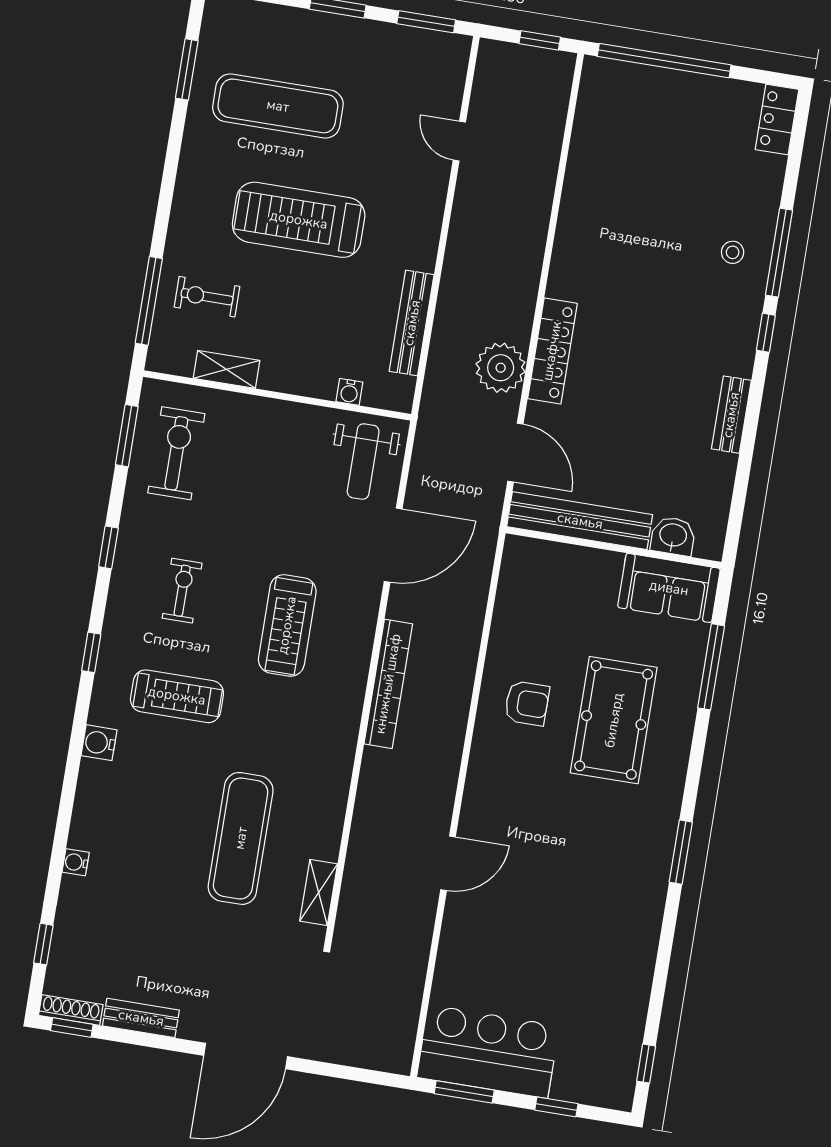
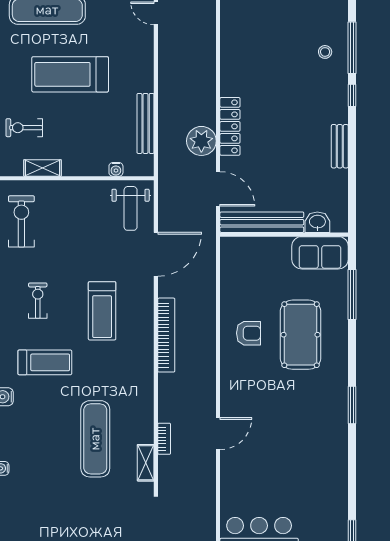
bookcase: (356, 857) -> (164, 439), added

